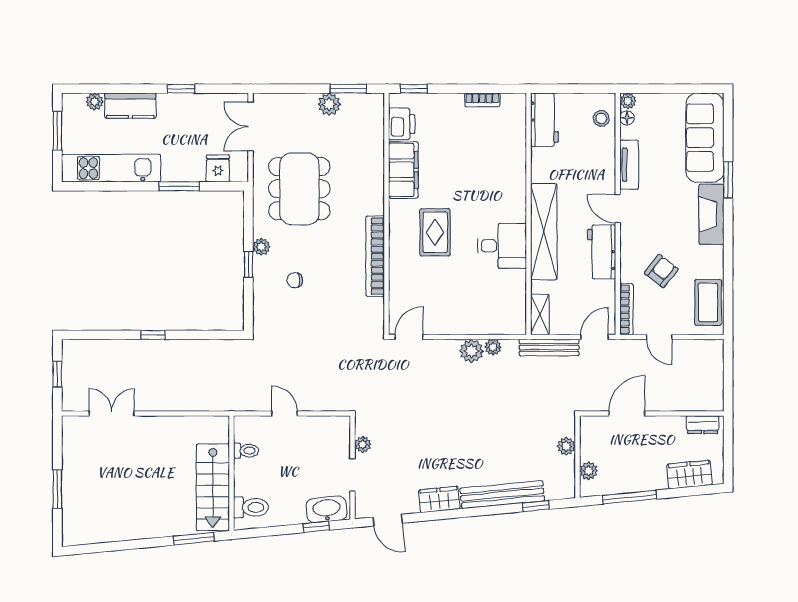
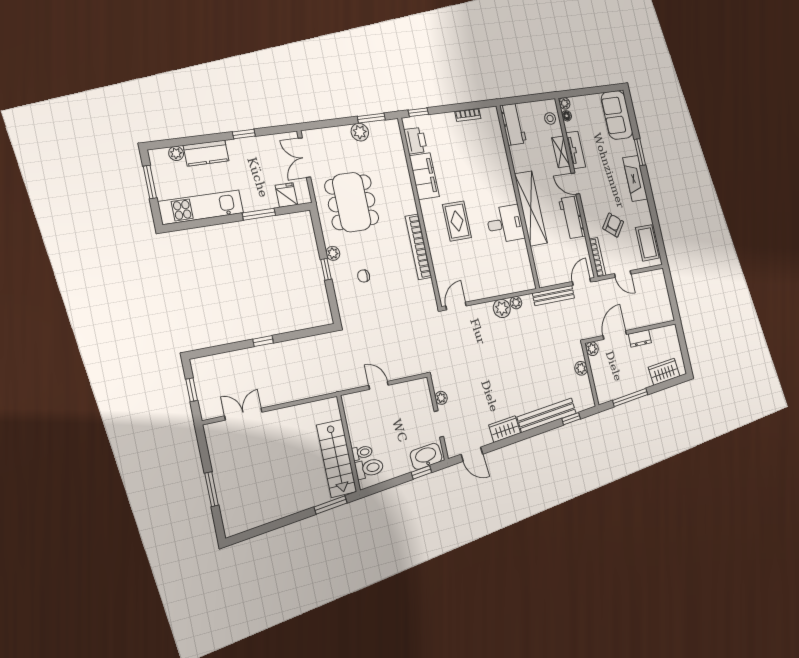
sofa: (705, 138) -> (617, 115), width x0.73
shelving: (540, 315) -> (561, 152), moved
dresser: (703, 425) -> (640, 338), moved
toilet: (246, 451) -> (362, 453), moved
plant: (589, 471) -> (592, 349), moved

